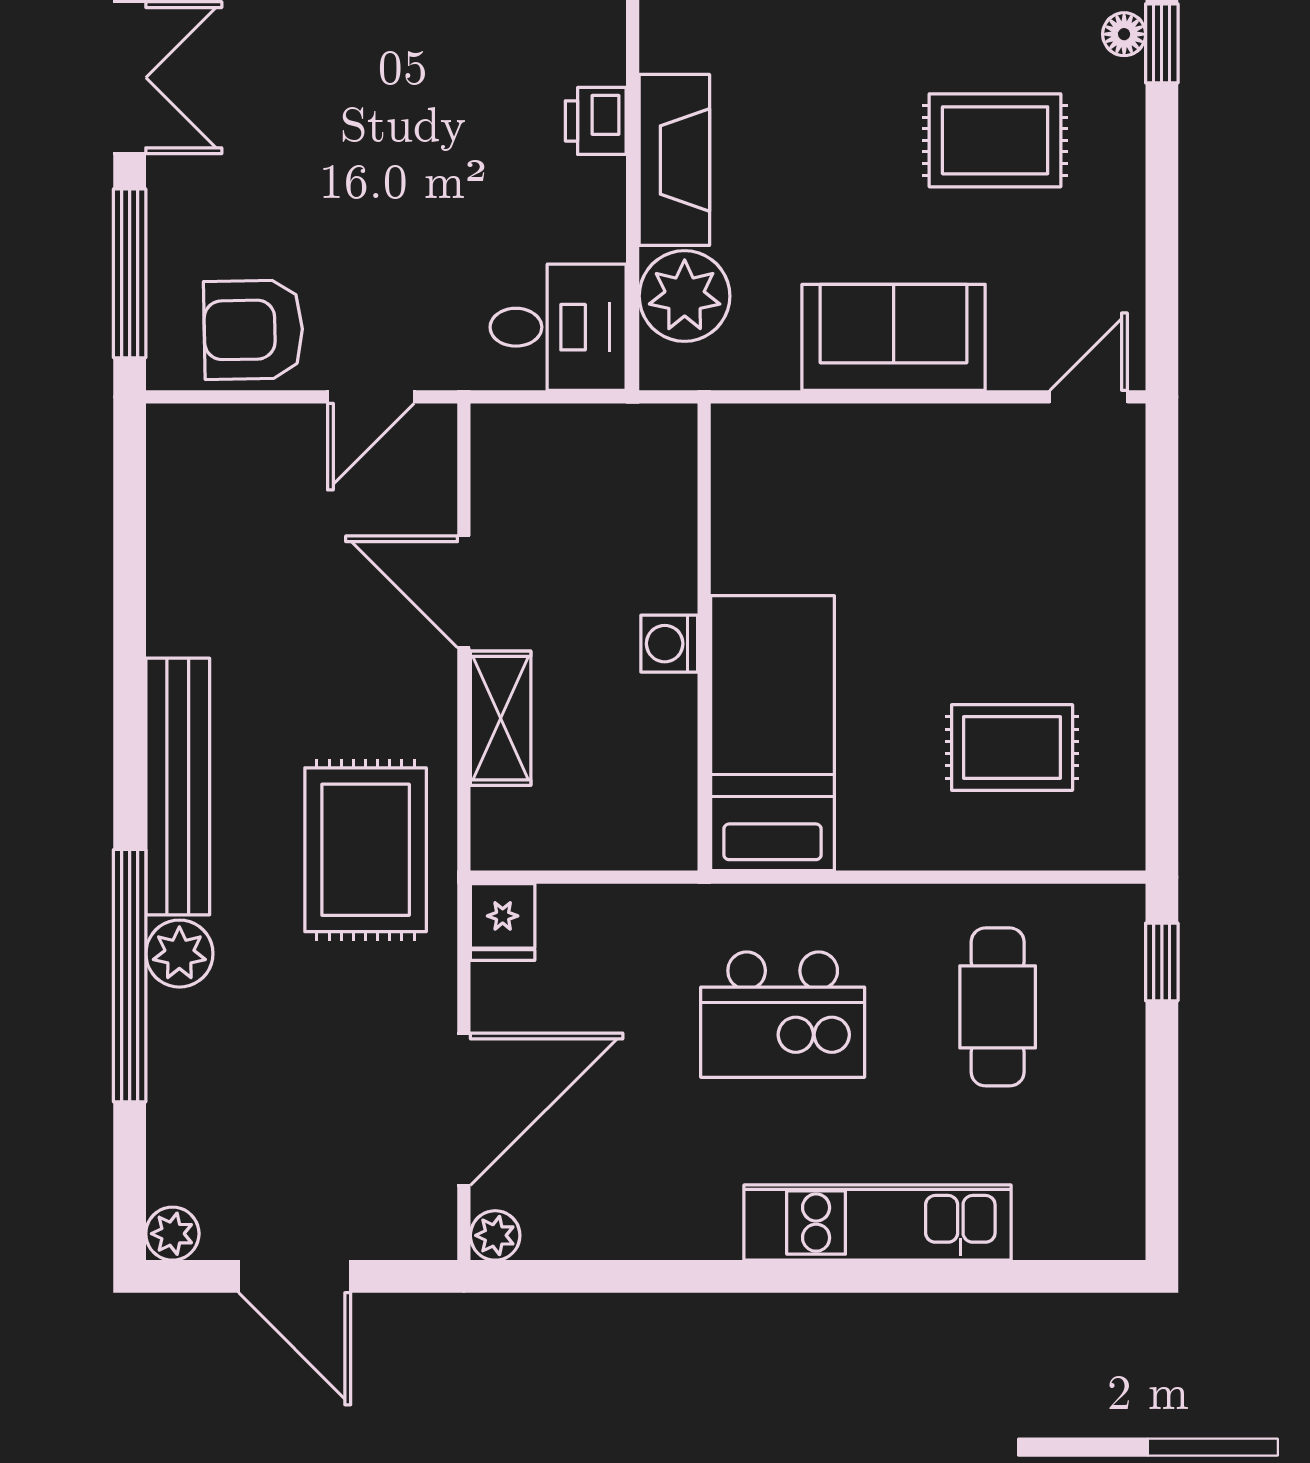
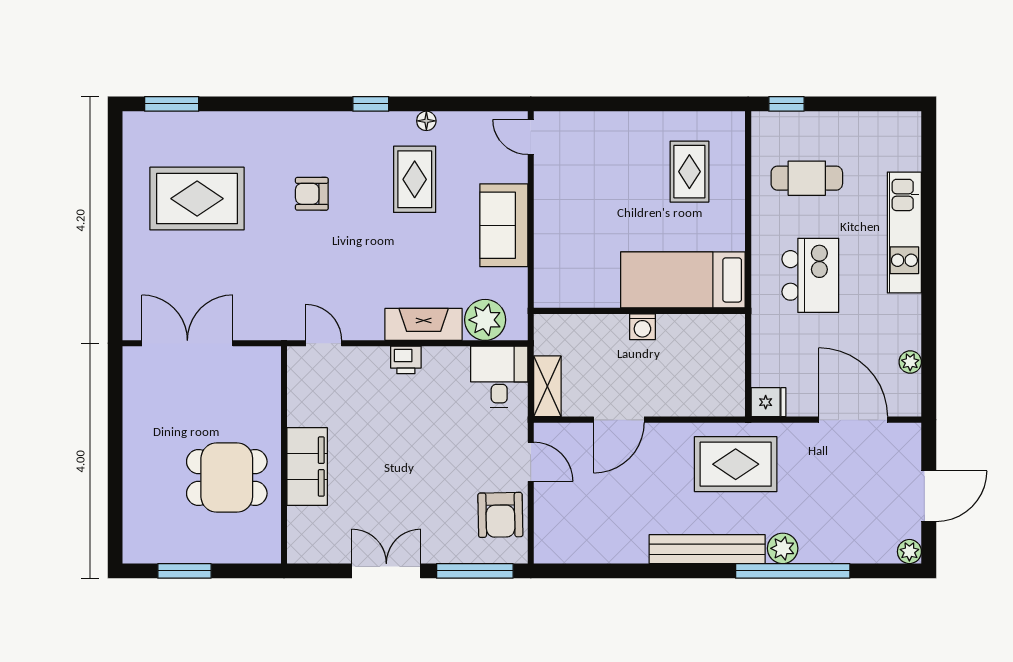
floor lamp: (1124, 34) -> (426, 121), moved
shelving: (501, 718) -> (547, 386), moved, turned 90
plant: (495, 1235) -> (910, 362), moved

